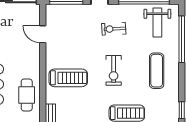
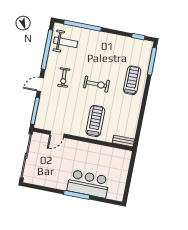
exercise mat: (157, 71) -> (103, 50), removed
cafe table: (27, 95) -> (102, 156), removed

